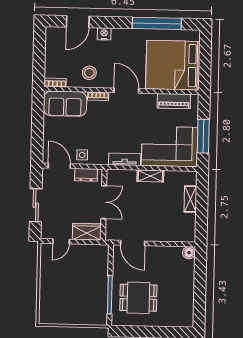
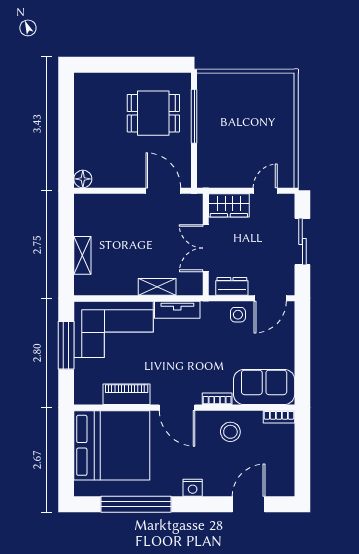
nightstand: (104, 34) -> (193, 488), moved
piano: (174, 101) -> (127, 394), moved
door: (59, 166) -> (270, 298), hinge flipped
shelving: (150, 176) -> (157, 287), moved

